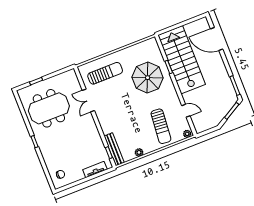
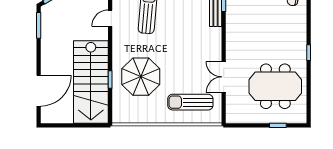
door: (217, 39) -> (39, 91), hinge flipped
double door: (88, 100) -> (224, 77), swing flipped
door: (186, 111) -> (110, 18), hinge flipped

